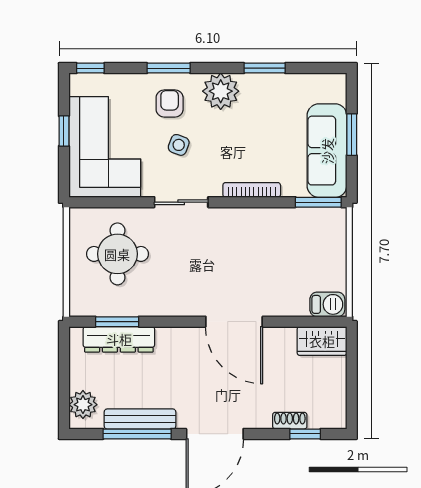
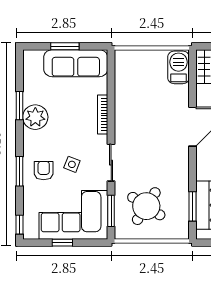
plant: (221, 91) -> (35, 117), moved
armchair: (170, 104) -> (44, 171), turned 90
window: (318, 202) -> (111, 211), moved
round table: (117, 254) -> (146, 206), turned 33
barbecue: (327, 304) -> (178, 67), width x1.38, depth x1.27

